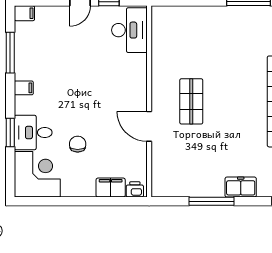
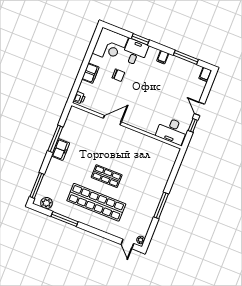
shop shelf: (191, 101) -> (107, 176), moved
freezer: (241, 187) -> (60, 149), moved
filing cabinet: (111, 188) -> (90, 73), moved

